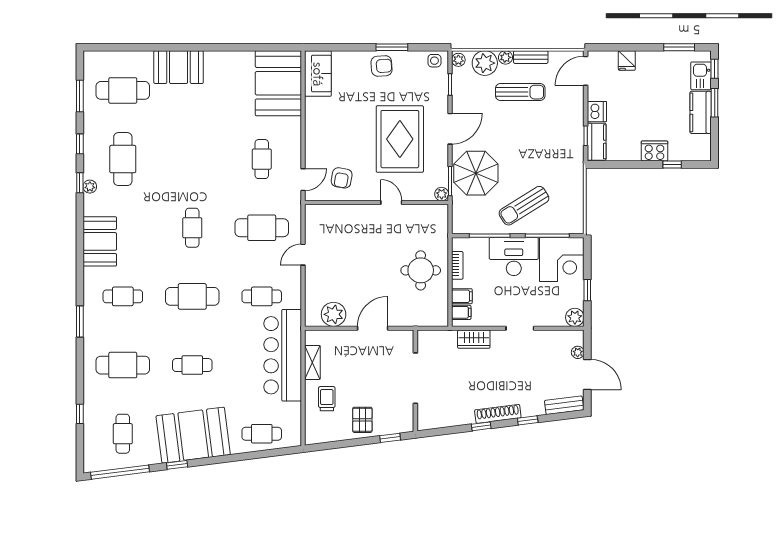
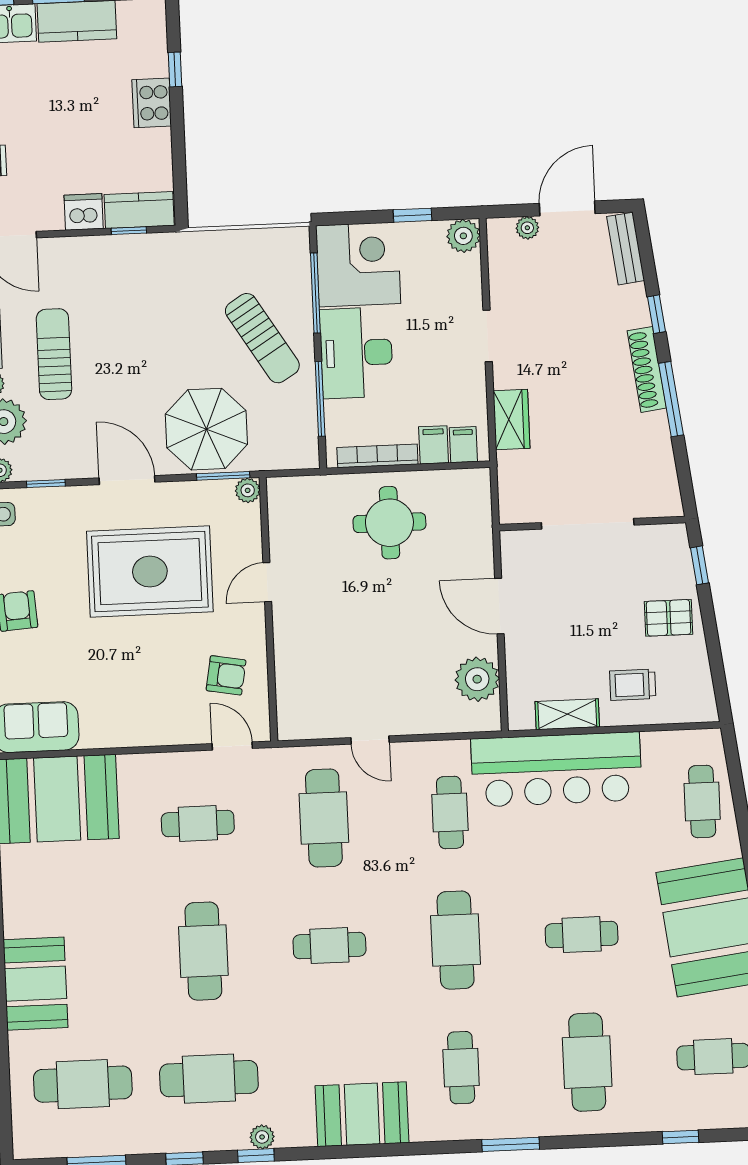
cafe table: (123, 90) -> (83, 1084), turned 90
cafe table: (192, 159) -> (203, 951), added
bookcase: (457, 265) -> (377, 456), width x1.56
cafe table: (192, 365) -> (582, 935), turned 90
window: (481, 426) -> (671, 399), width x2.17

